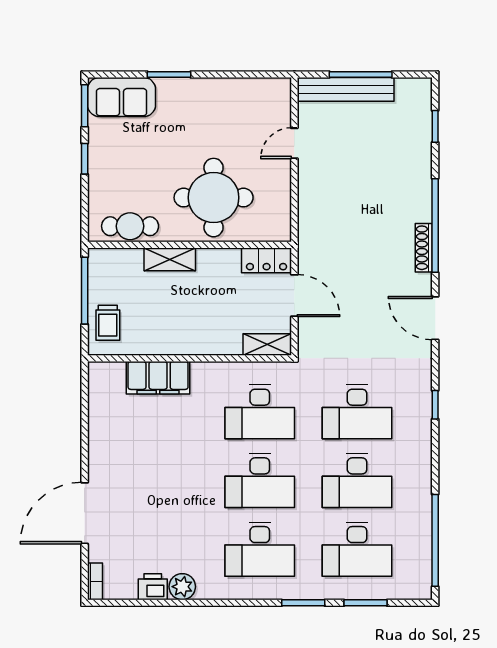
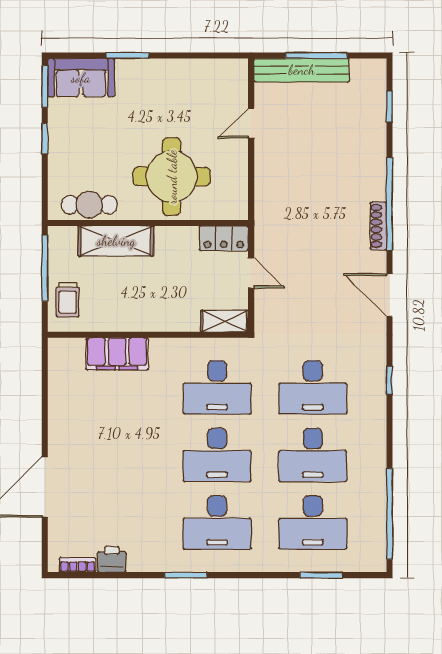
shelving: (170, 259) -> (116, 241), width x1.50, depth x1.33
door: (294, 296) -> (251, 273), width x0.73
bookcase: (95, 581) -> (78, 565), moved, turned -90
plant: (182, 587) -> (141, 559), removed
window: (303, 603) -> (186, 575), moved

